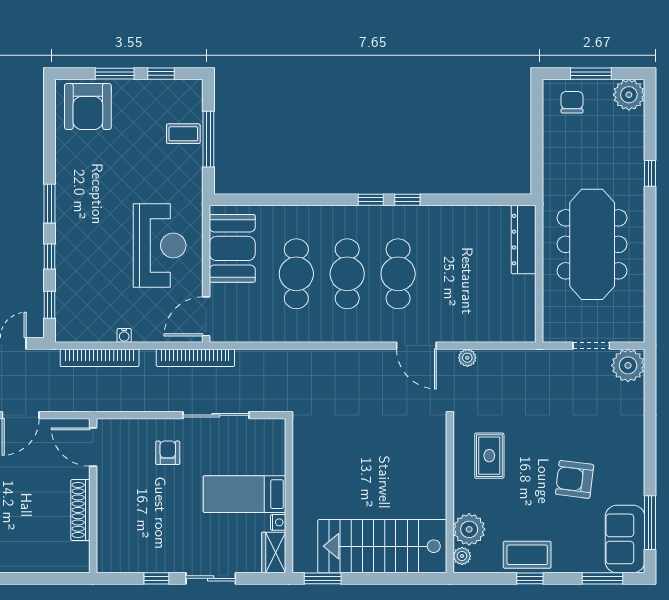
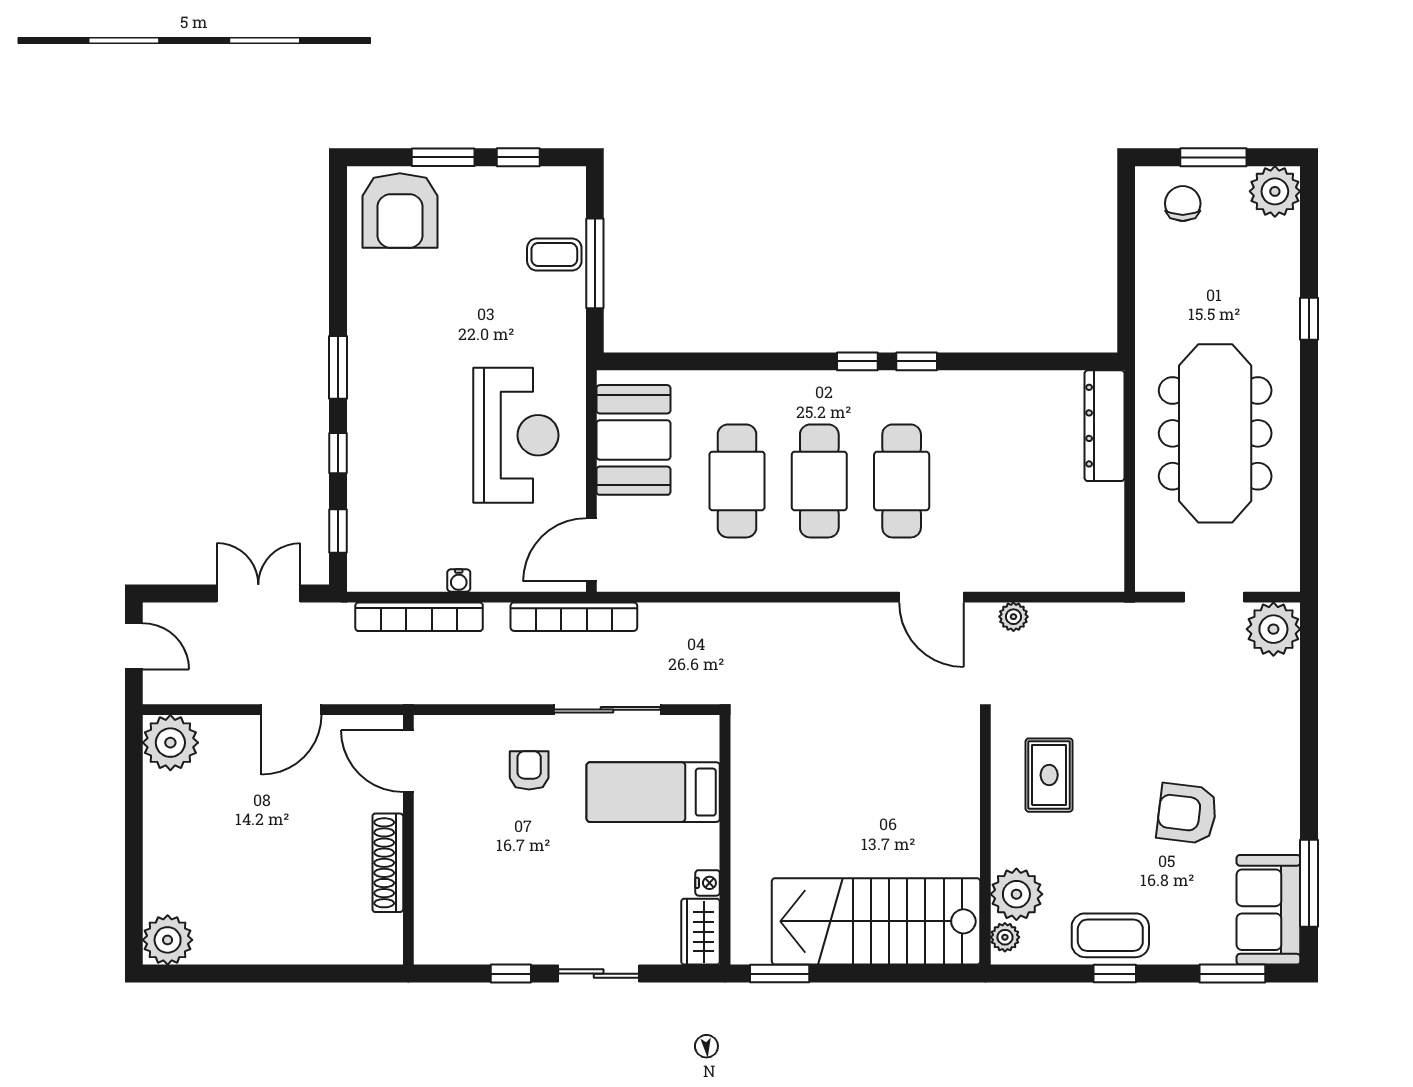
bed: (244, 494) -> (653, 792), moved

